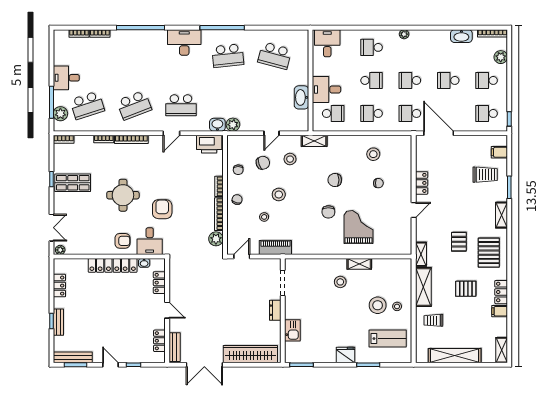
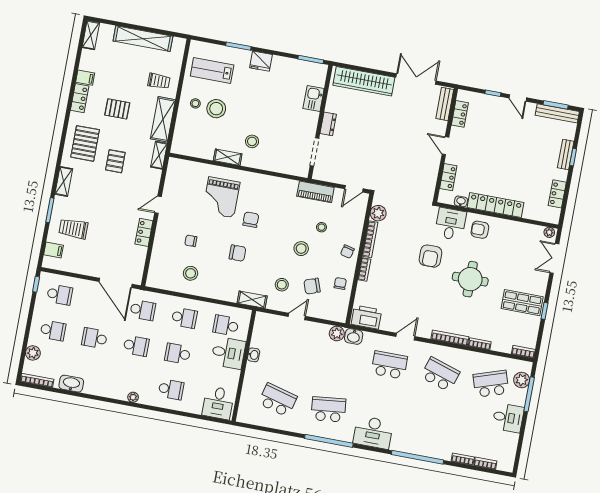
school desk: (448, 80) -> (95, 338), turned 180
washbasin: (301, 97) -> (254, 355), width x0.52, depth x0.69
school desk: (134, 105) -> (440, 374), turned 39

